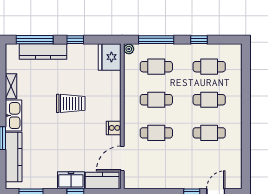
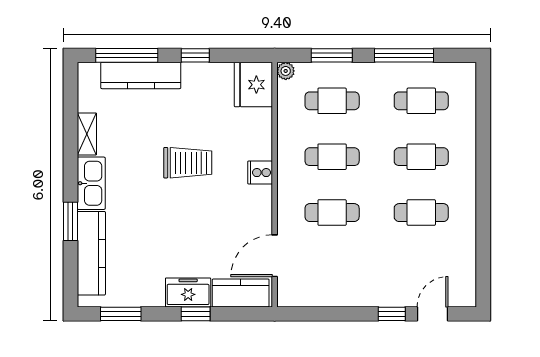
window: (156, 40) -> (332, 55), width x0.69
window: (199, 40) -> (404, 55), width x2.17
cooker: (114, 128) -> (260, 173), moved

